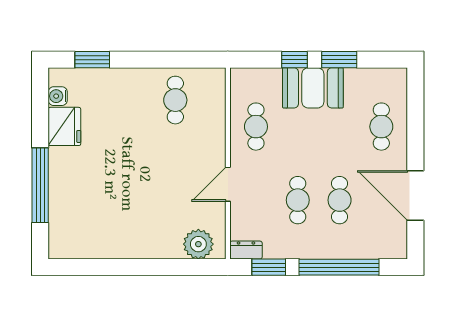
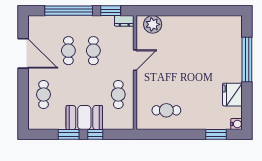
water cooler: (58, 96) -> (236, 124), moved
cafe table: (175, 100) -> (166, 110), turned 90

